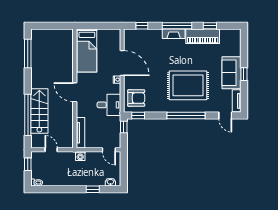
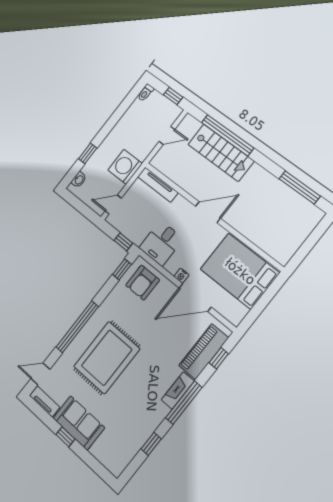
piano: (203, 36) -> (204, 352), moved
bed: (87, 51) -> (240, 271), width x1.50
washing machine: (80, 156) -> (125, 167), width x1.89, depth x1.89

